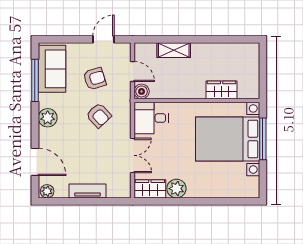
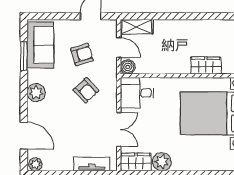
shelving: (174, 50) -> (137, 27), moved
window: (35, 80) -> (24, 56), width x0.69
tv unit: (88, 191) -> (92, 164), moved

